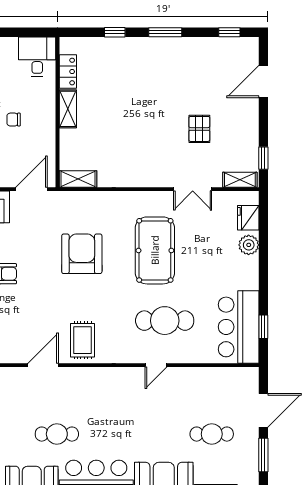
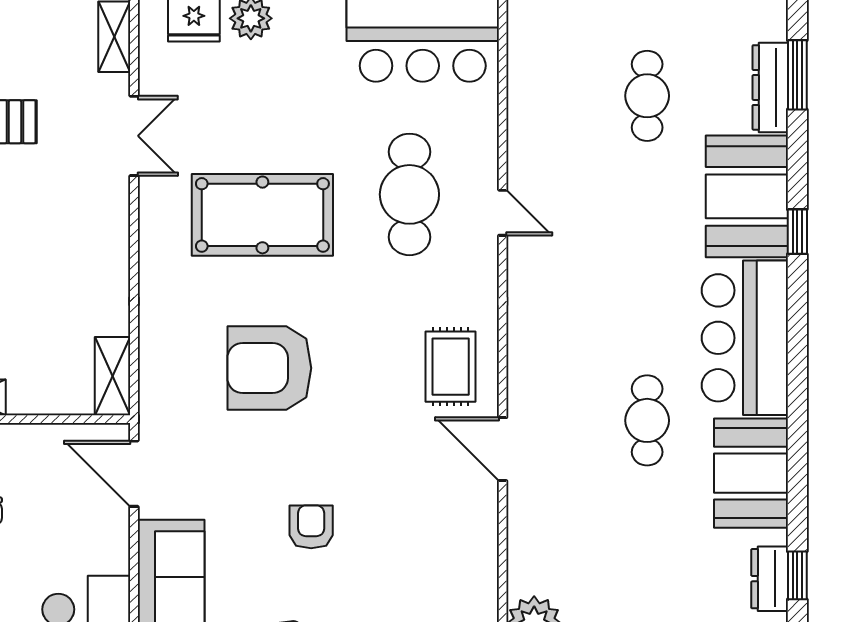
rug: (83, 340) -> (451, 367), turned 90

